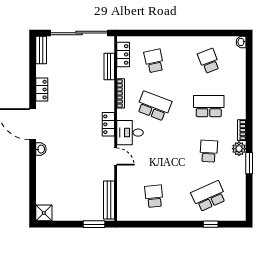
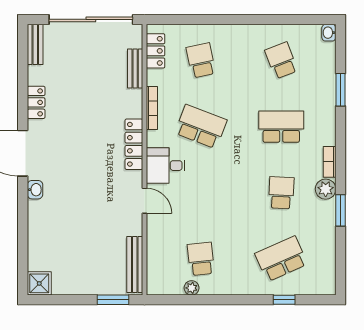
window: (249, 81) -> (340, 90), added
locker: (108, 124) -> (134, 144), width x1.53
plant: (148, 216) -> (192, 288), added

